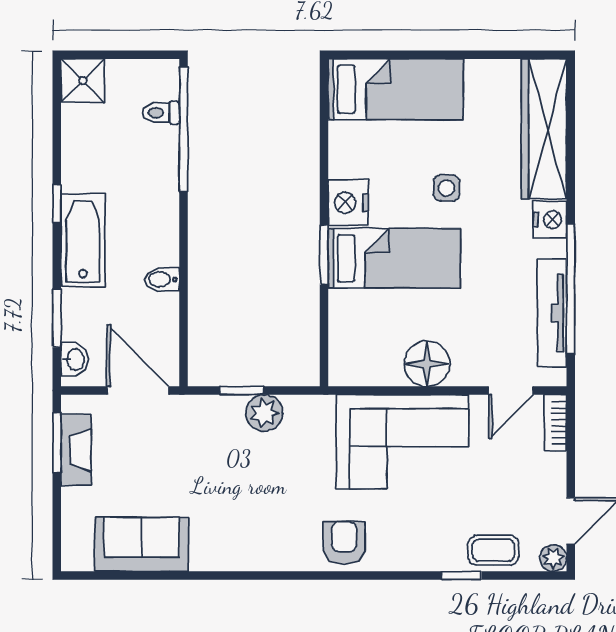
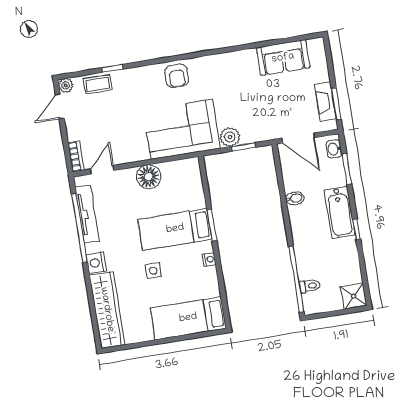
nightstand: (348, 203) -> (209, 259), width x0.53, depth x0.56
corner sofa: (403, 442) -> (182, 129), moved

